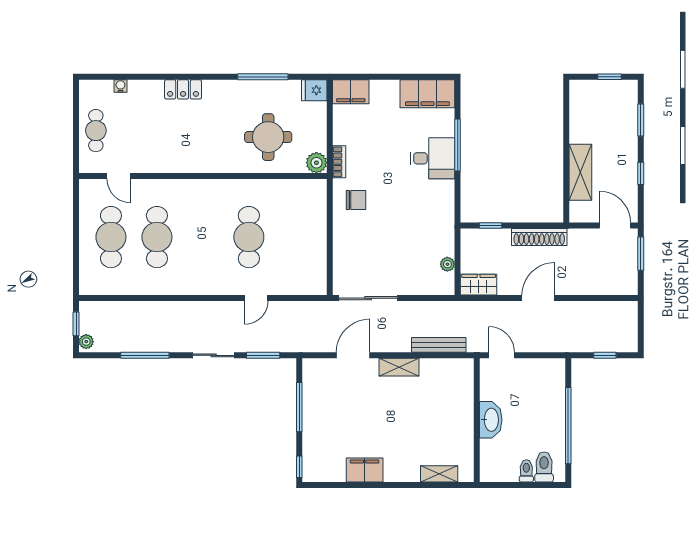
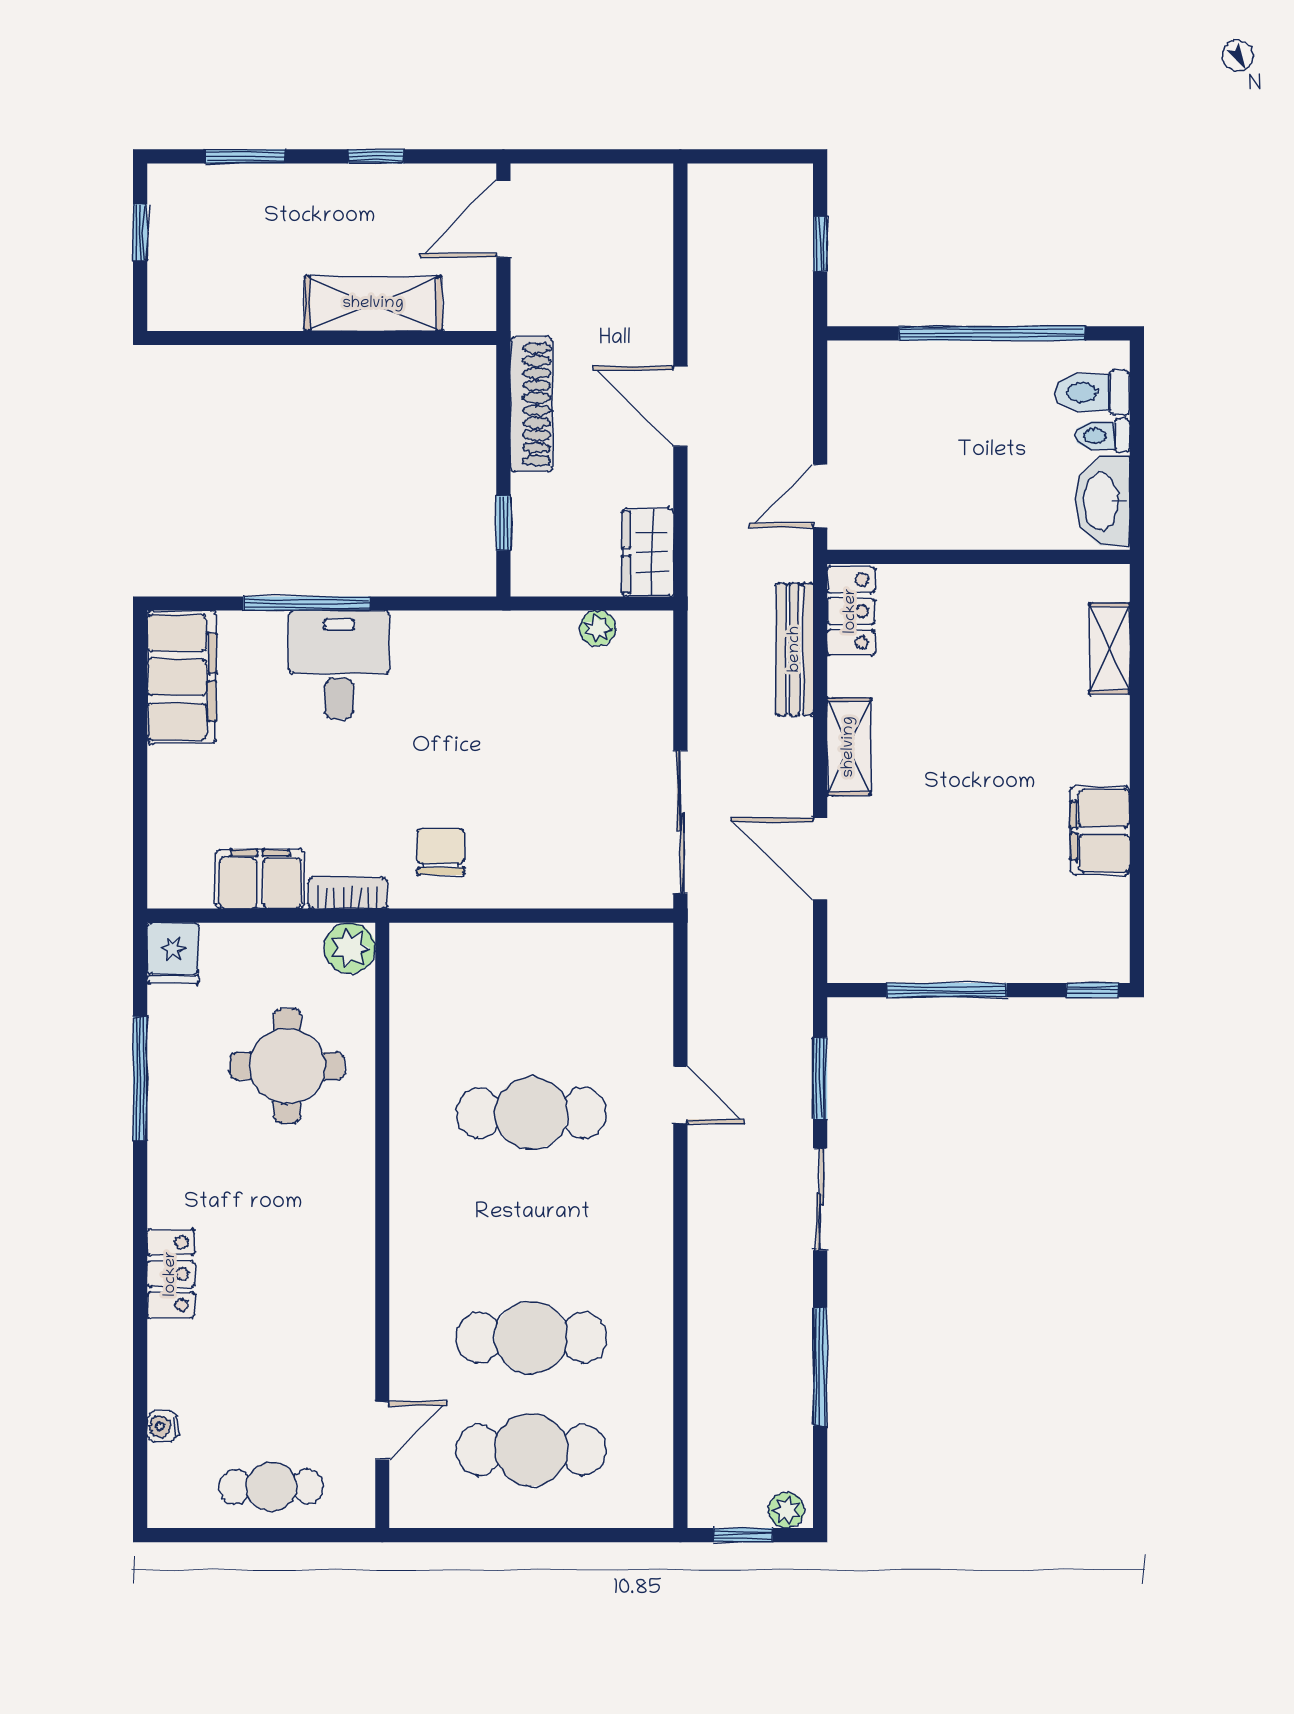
filing cabinet: (351, 92) -> (260, 879), moved, turned -90
window: (641, 254) -> (572, 156), removed
locker: (454, 368) -> (851, 611), added
washbasin: (491, 420) -> (1103, 501), moved, turned -90

